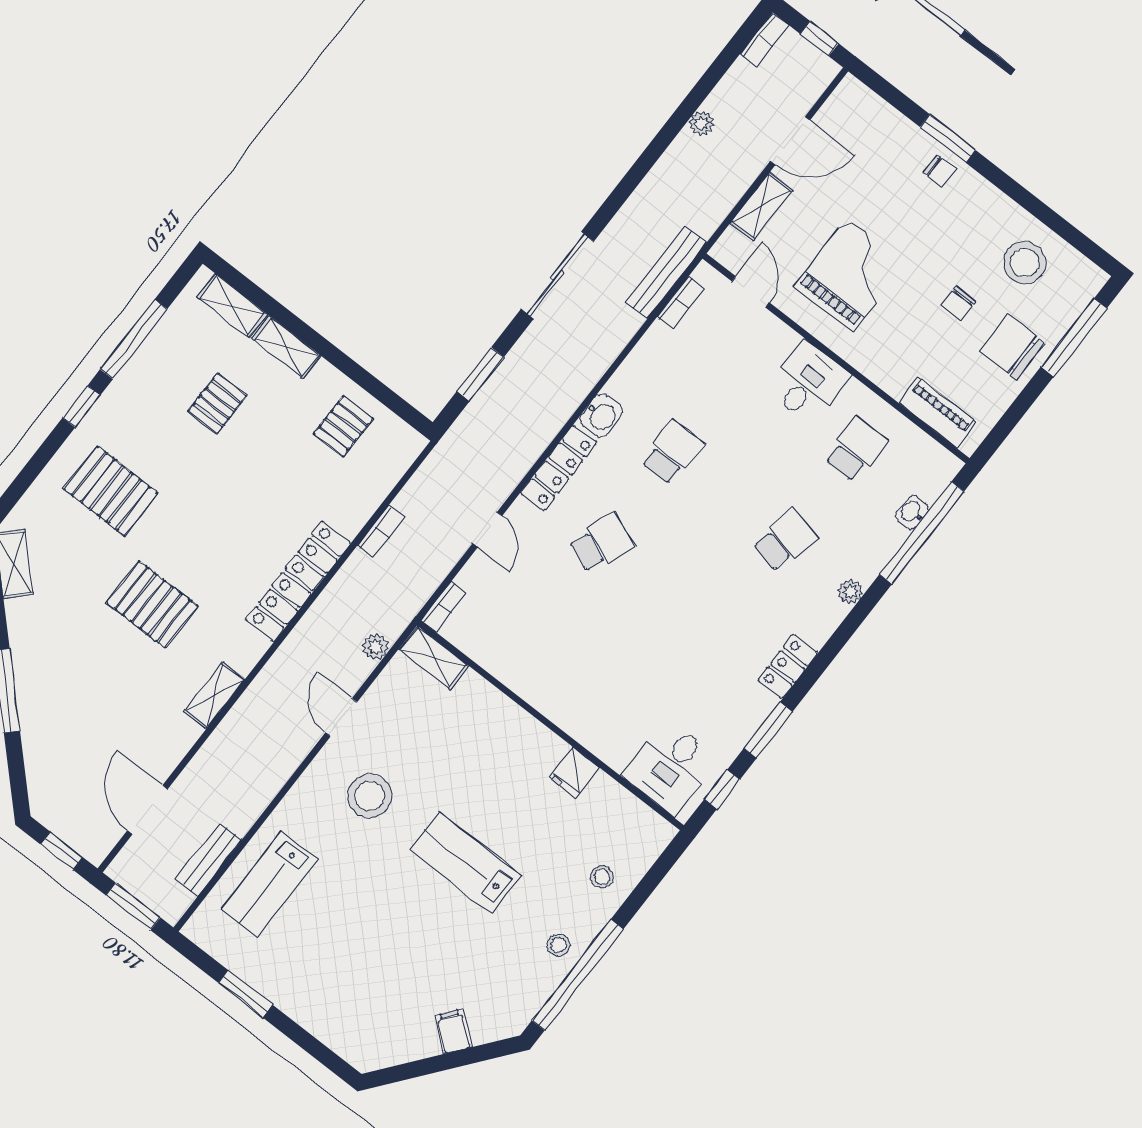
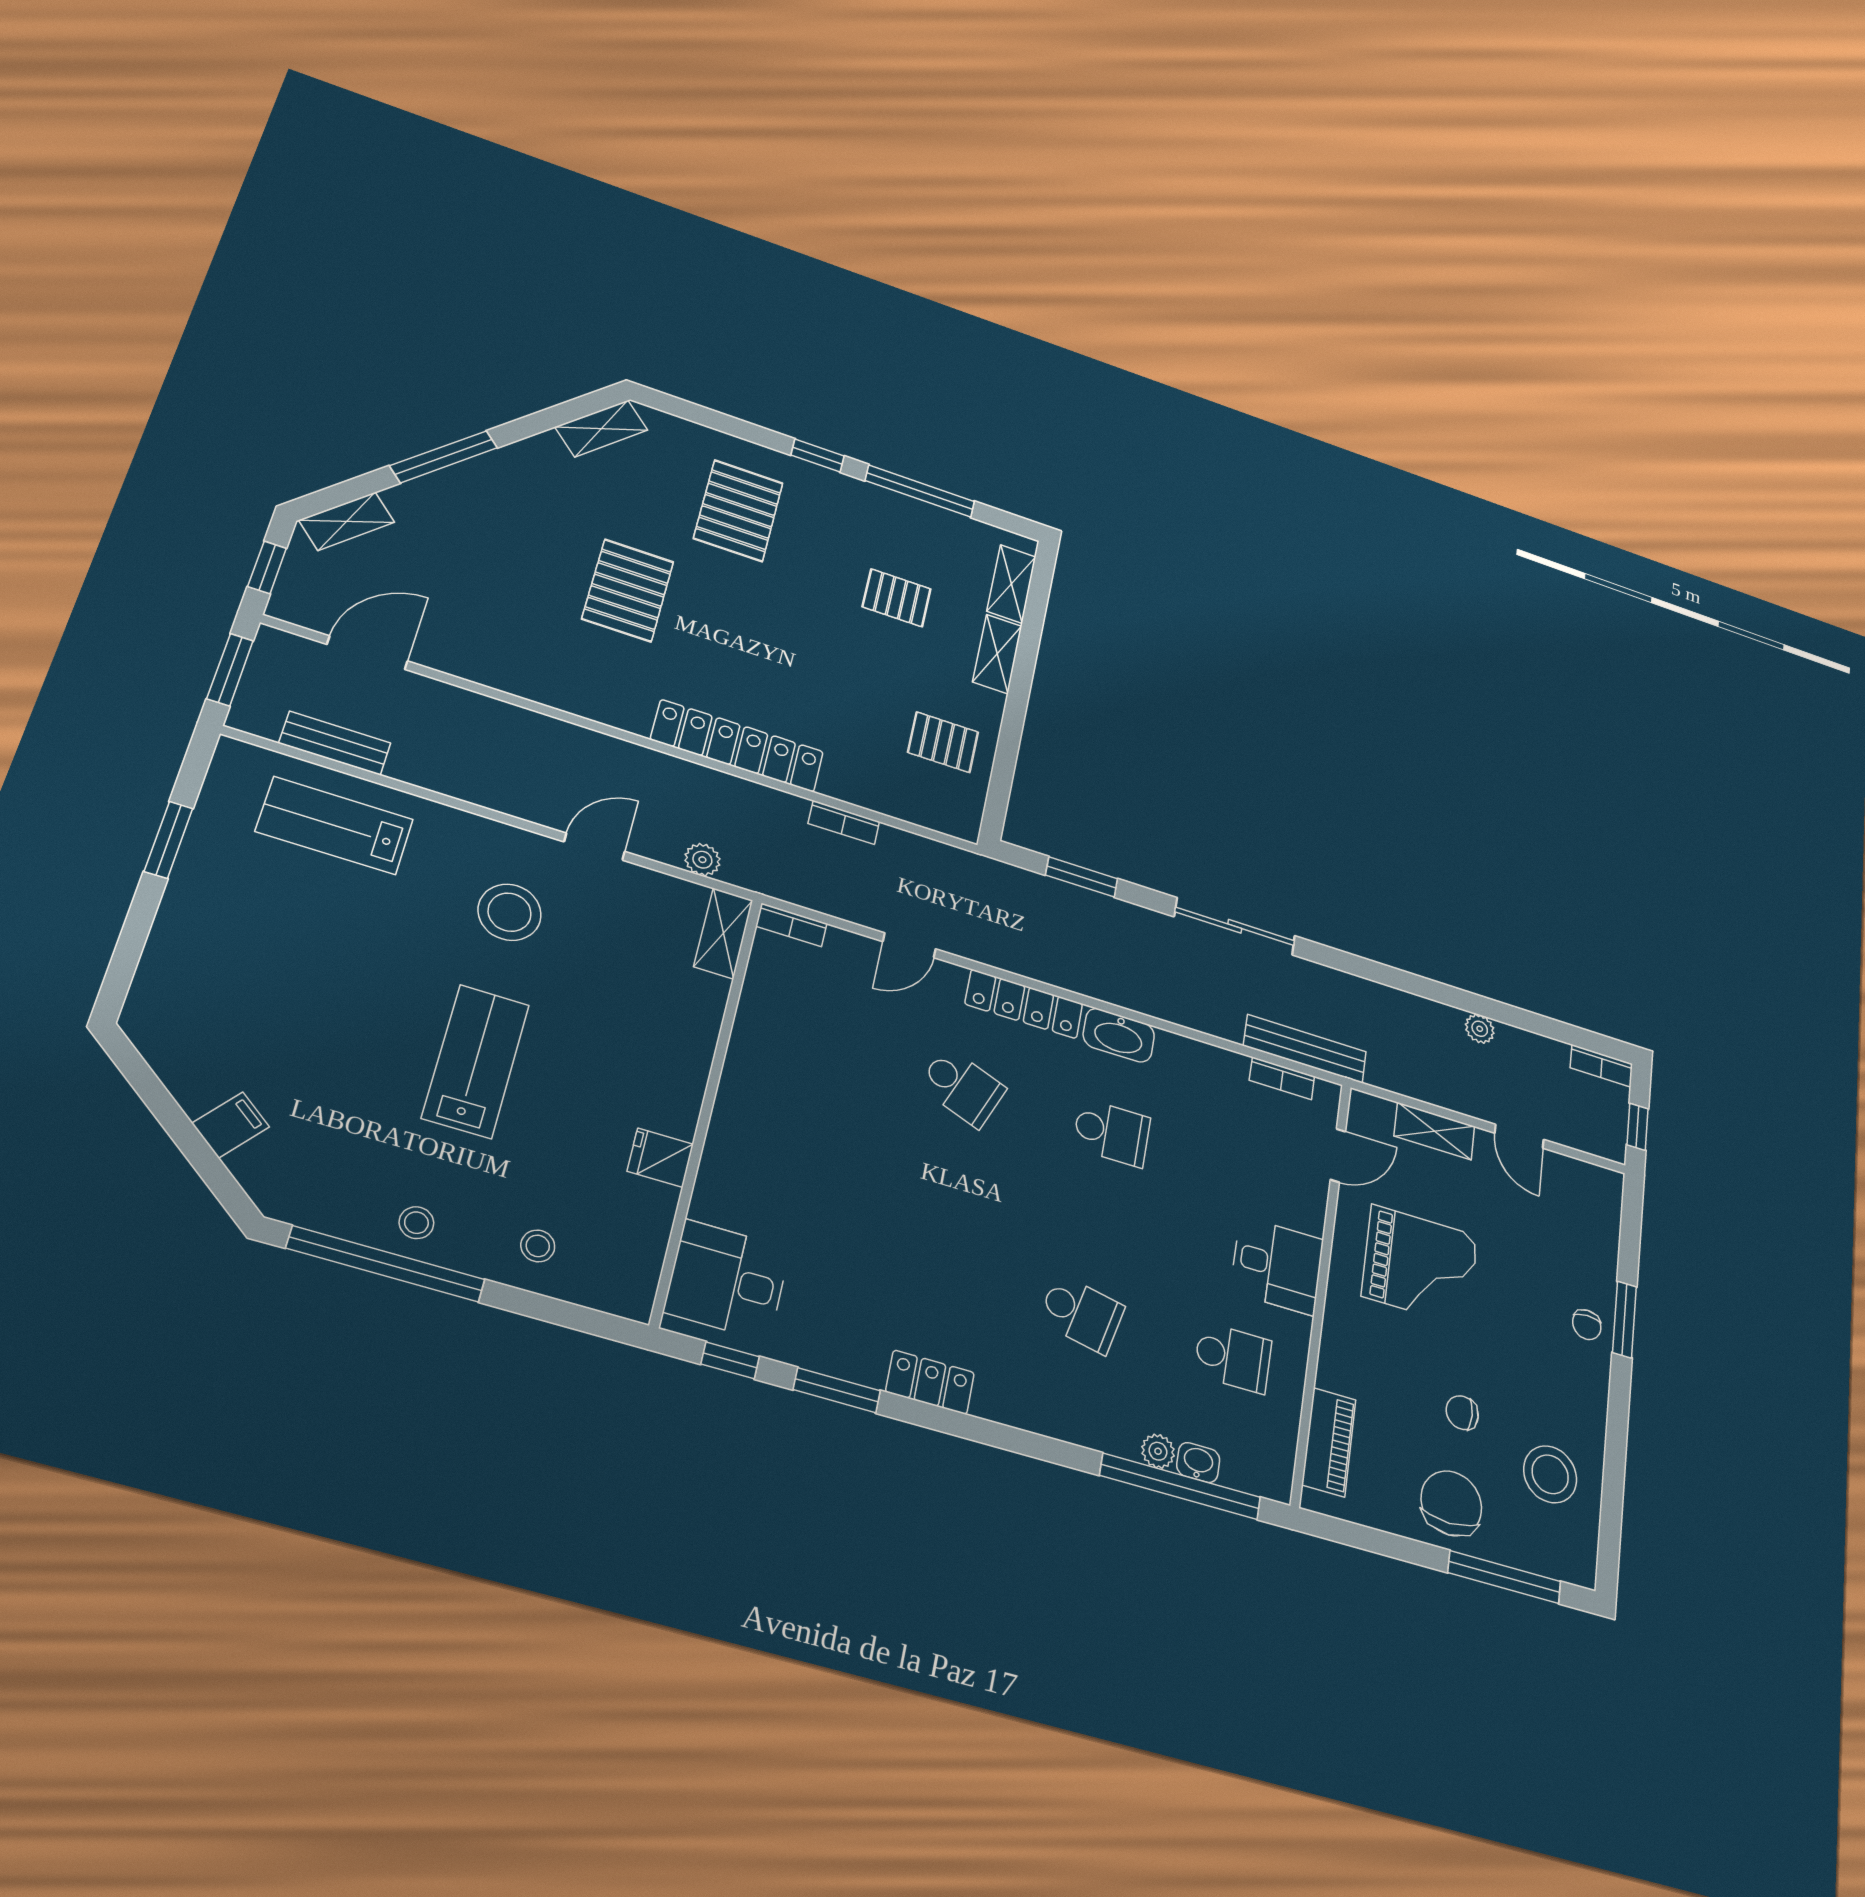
door: (790, 141) -> (1519, 1136), width x0.73
washbasin: (601, 415) -> (1119, 1035), width x1.38
plant: (850, 592) -> (1158, 1451), moved
shelving: (214, 695) -> (347, 521), moved, turned -45

